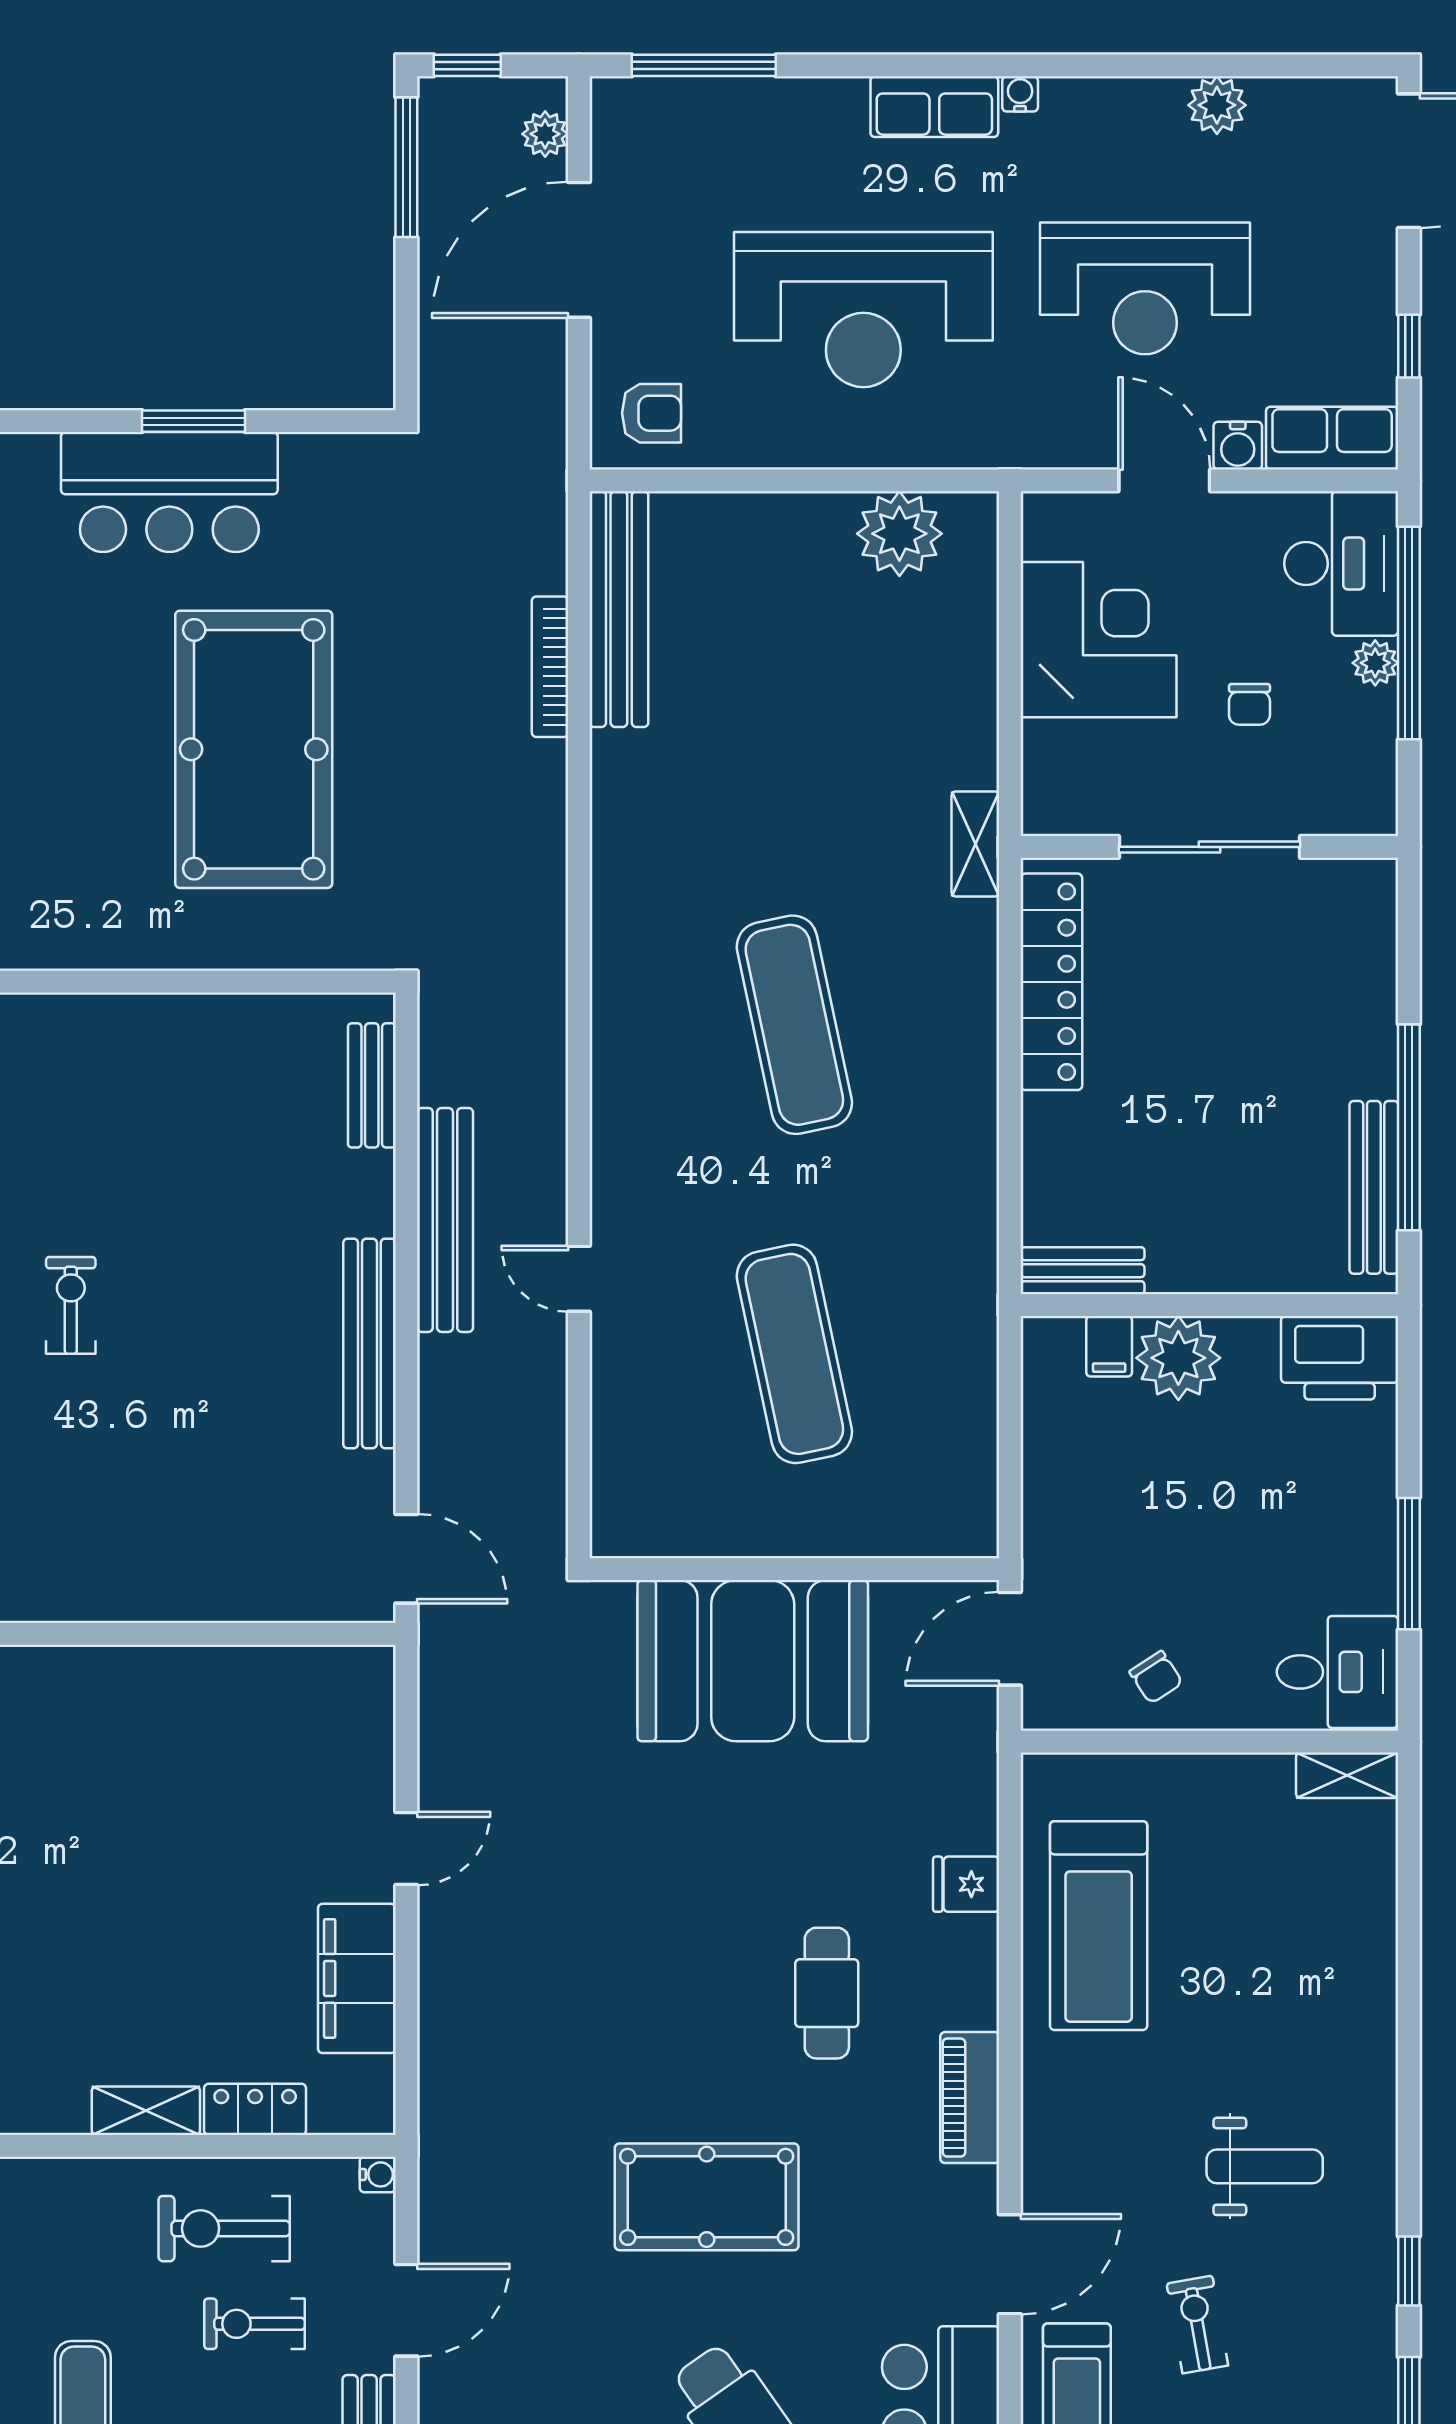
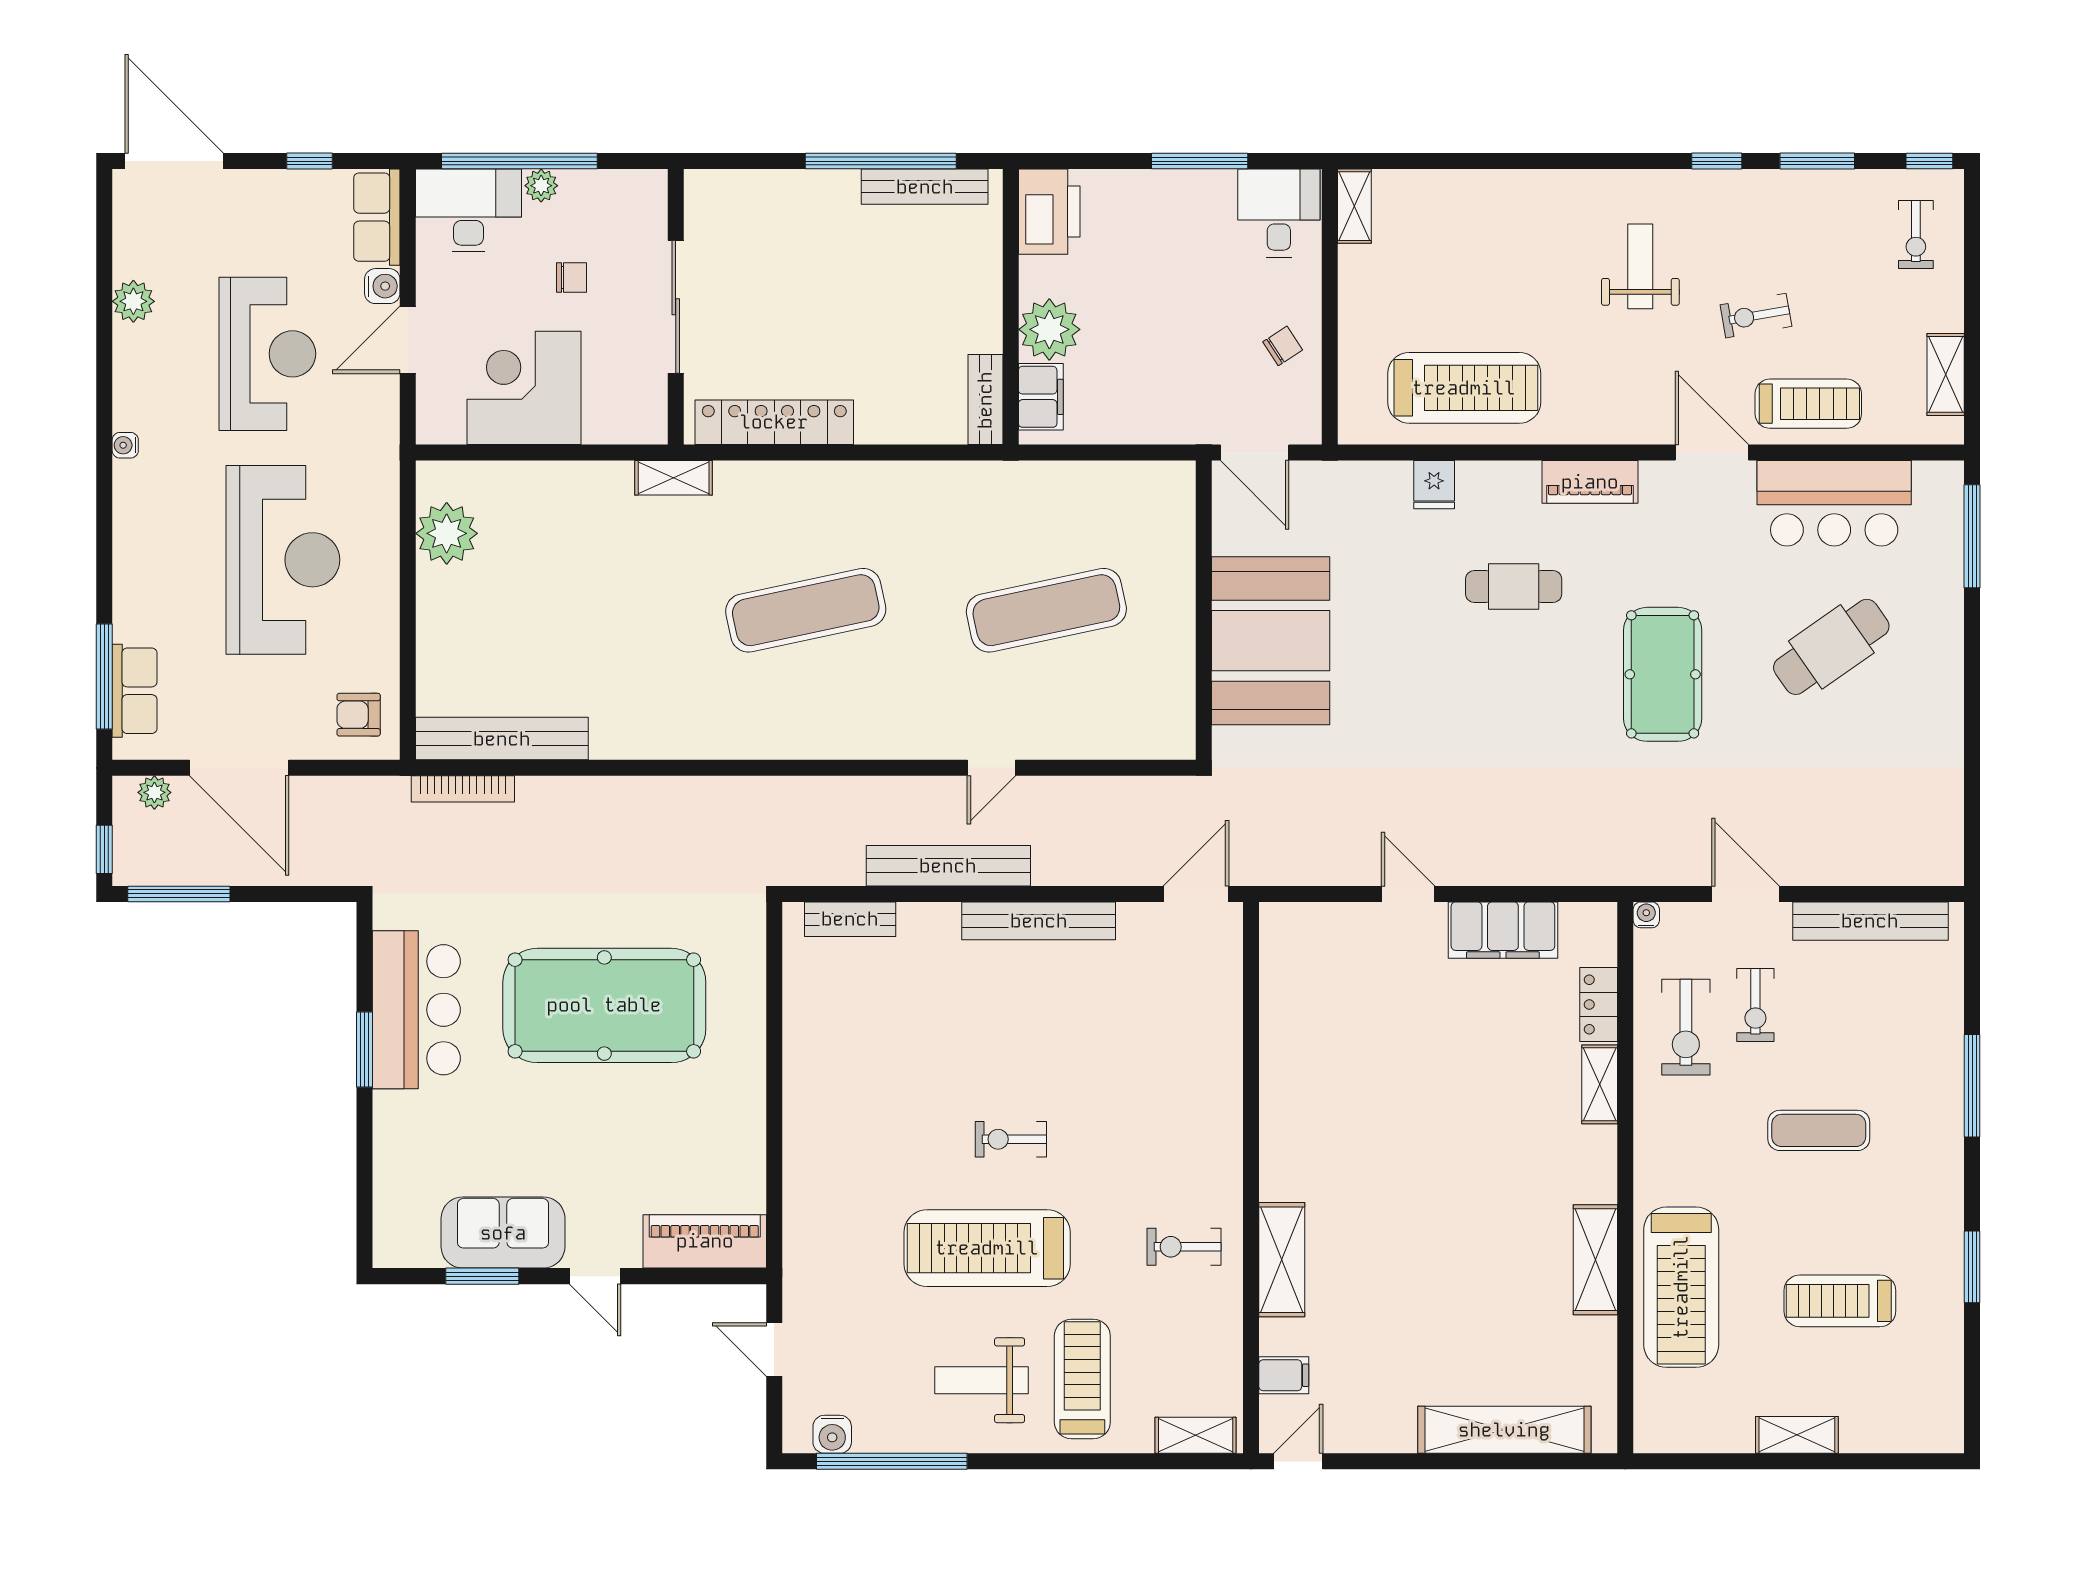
row of seats: (934, 107) -> (135, 691), moved
armchair: (651, 413) -> (359, 715), turned -90
bar counter: (169, 492) -> (416, 1010), moved
bookcase: (550, 667) -> (463, 789), moved
filing cabinet: (1109, 1346) -> (1041, 397), width x2.00

